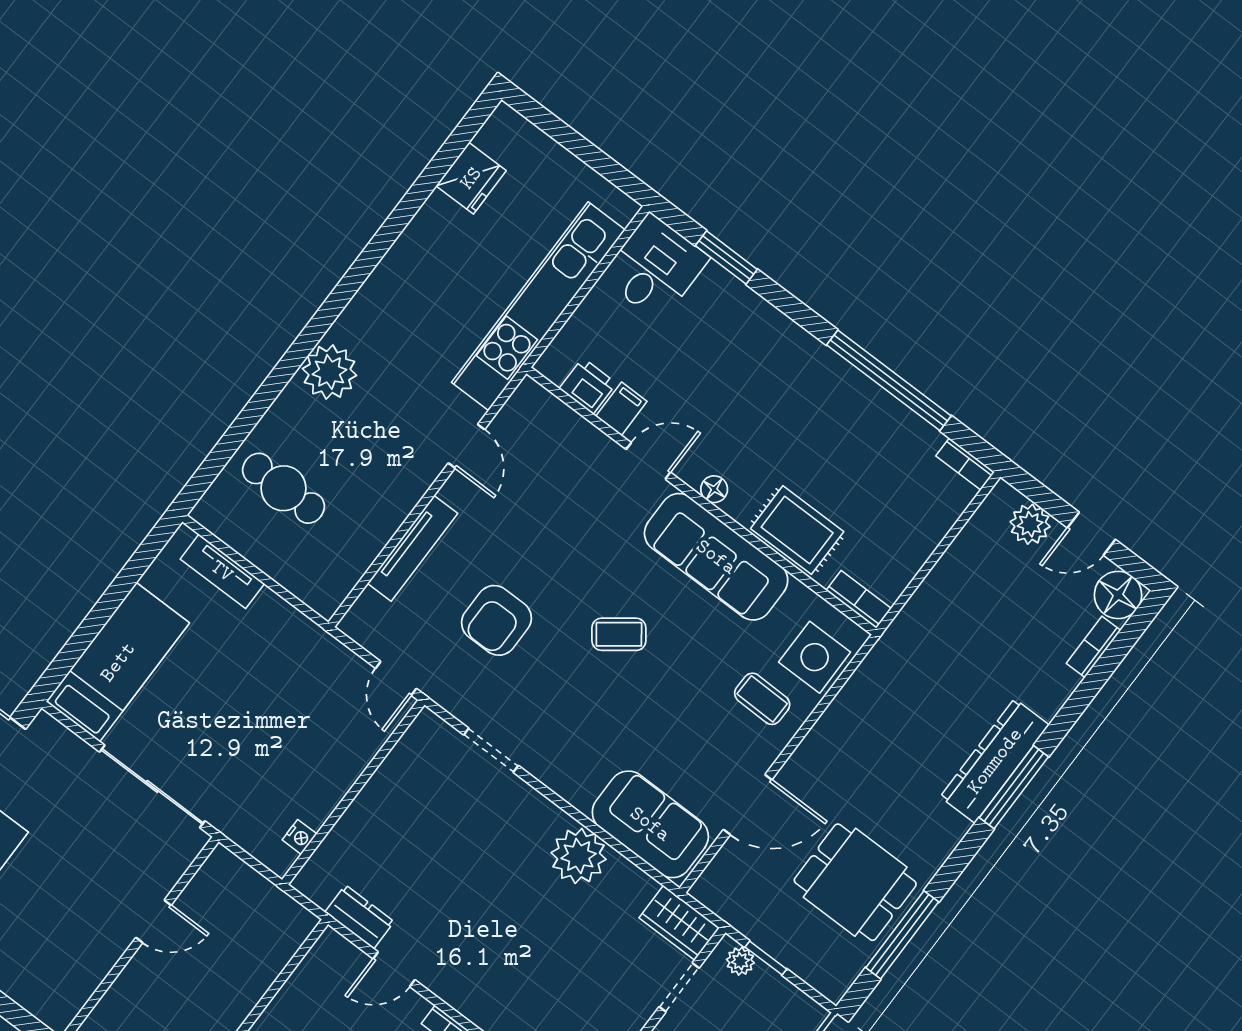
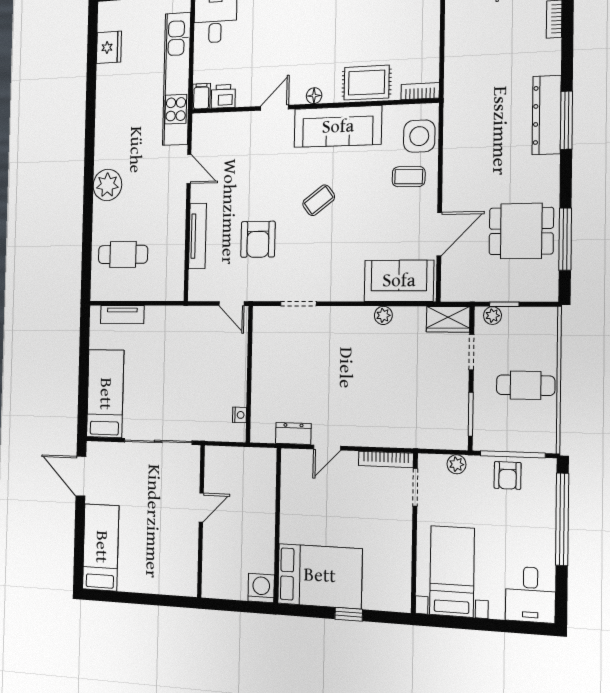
filing cabinet: (621, 409) -> (201, 96), moved
plant: (579, 856) -> (383, 315), width x0.53, depth x0.53

